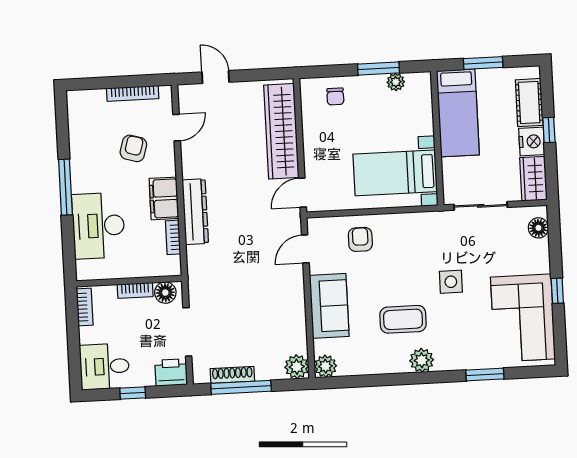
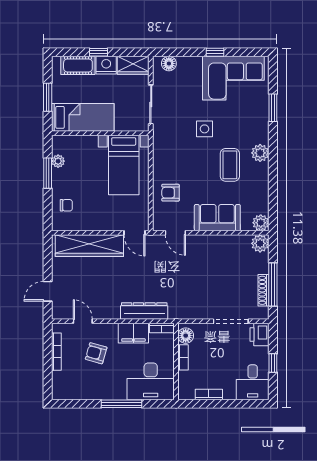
wall: (129, 281) -> (176, 361), moved
bookcase: (135, 290) -> (183, 357), moved
floor lamp: (165, 293) -> (186, 336), moved

